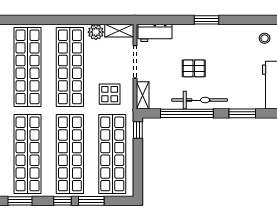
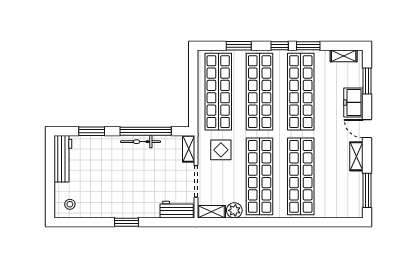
pallet: (194, 68) -> (139, 175), removed
bicycle: (200, 100) -> (141, 142), width x0.73, depth x0.71
window: (138, 130) -> (193, 115), removed
window: (62, 201) -> (280, 46), moved

